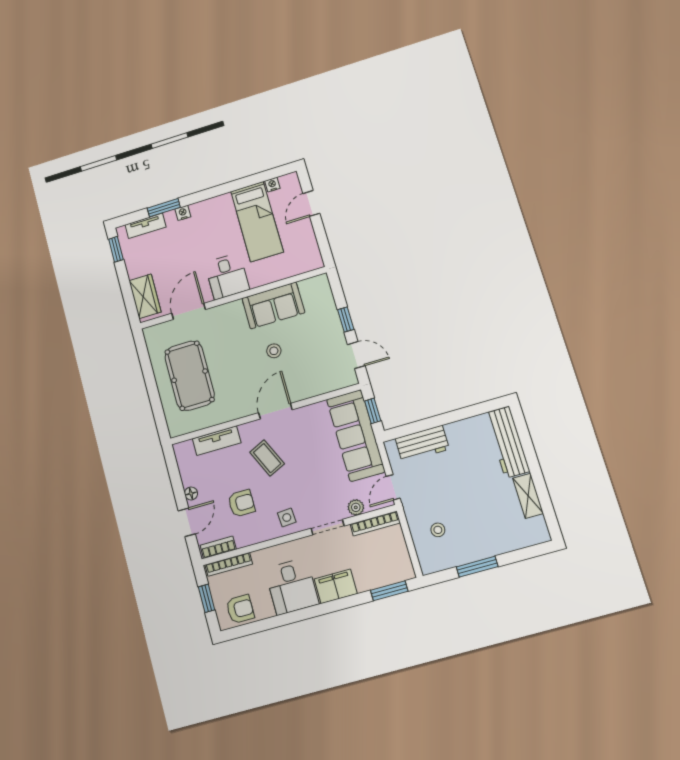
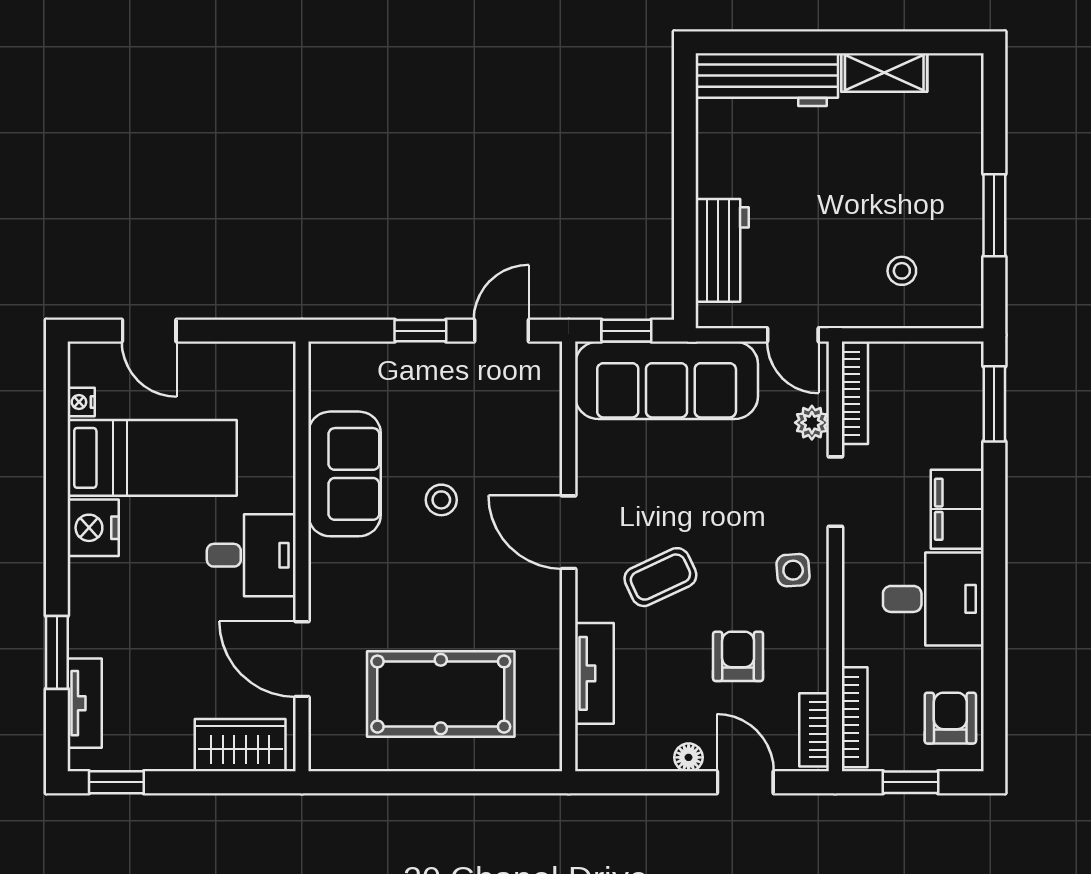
nightstand: (183, 213) -> (93, 528), moved, width x1.89, depth x1.79

